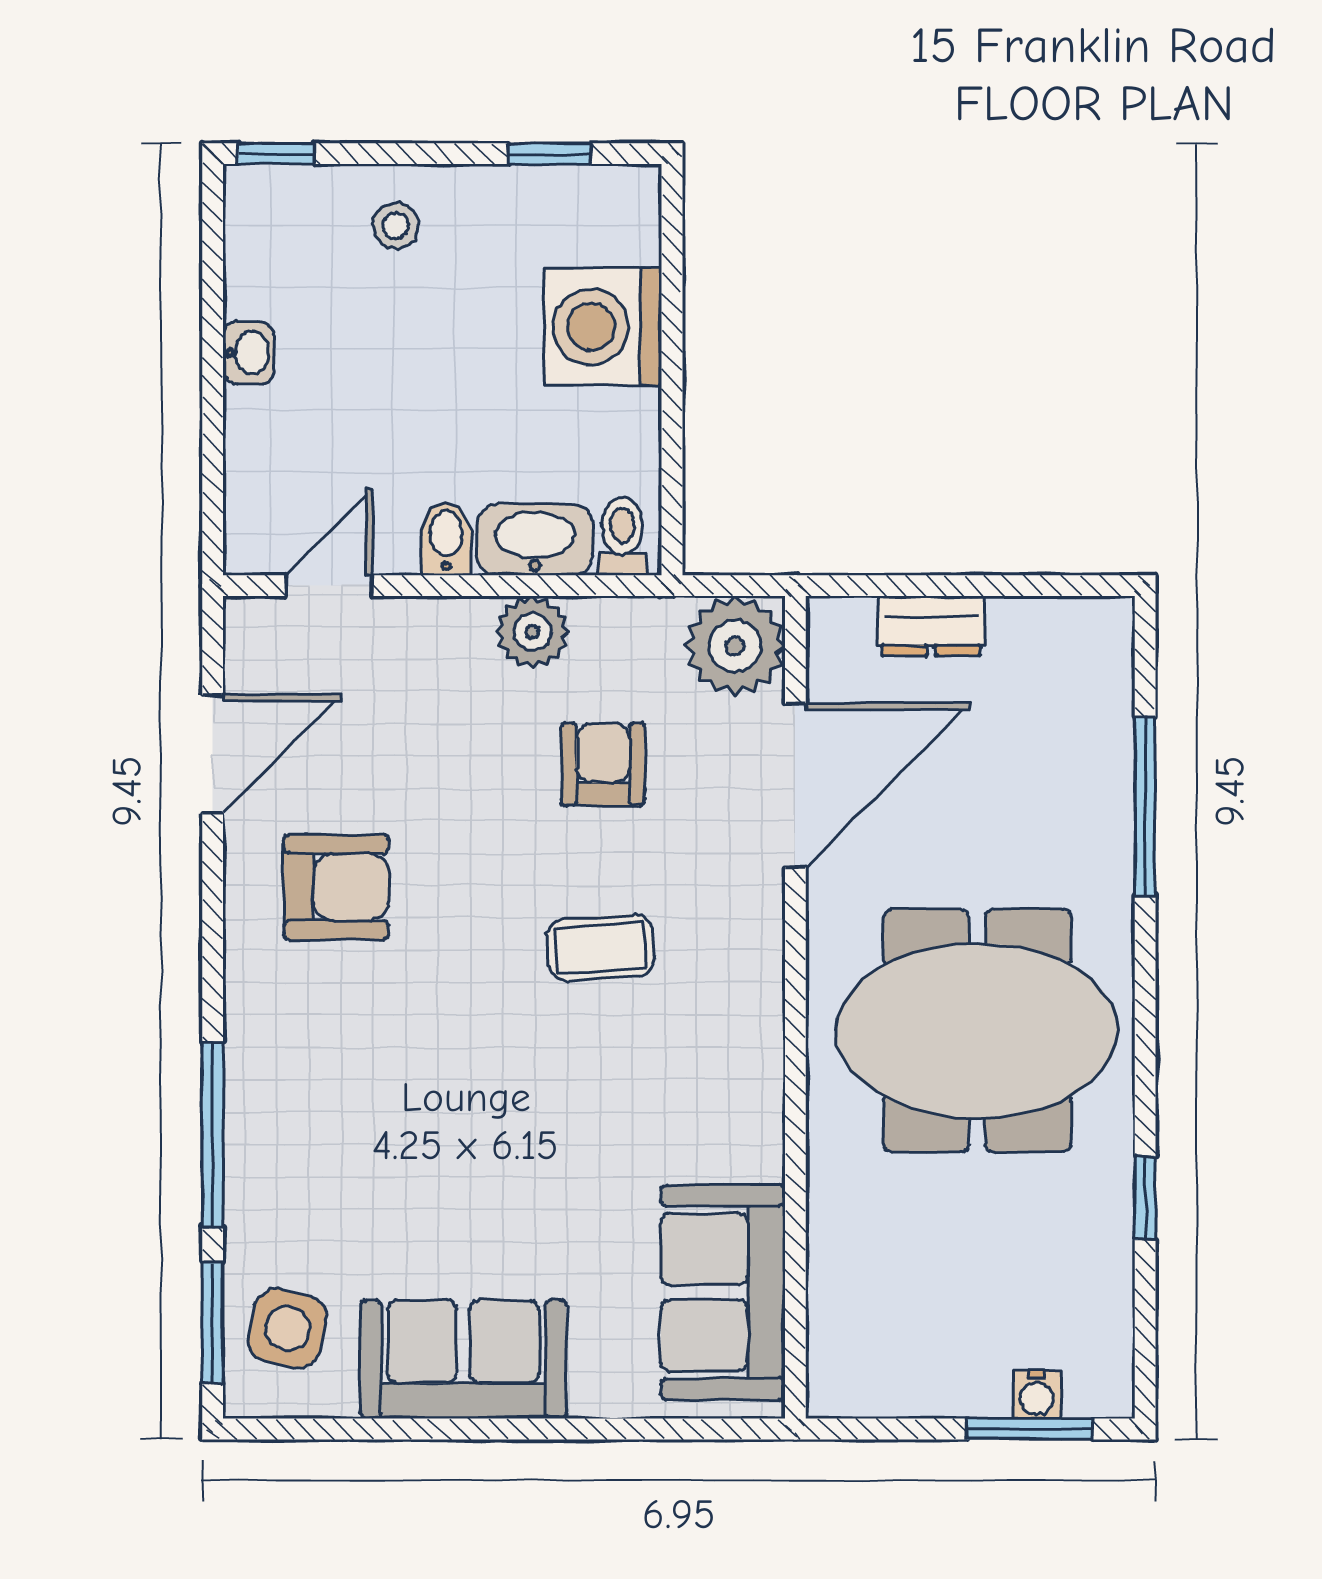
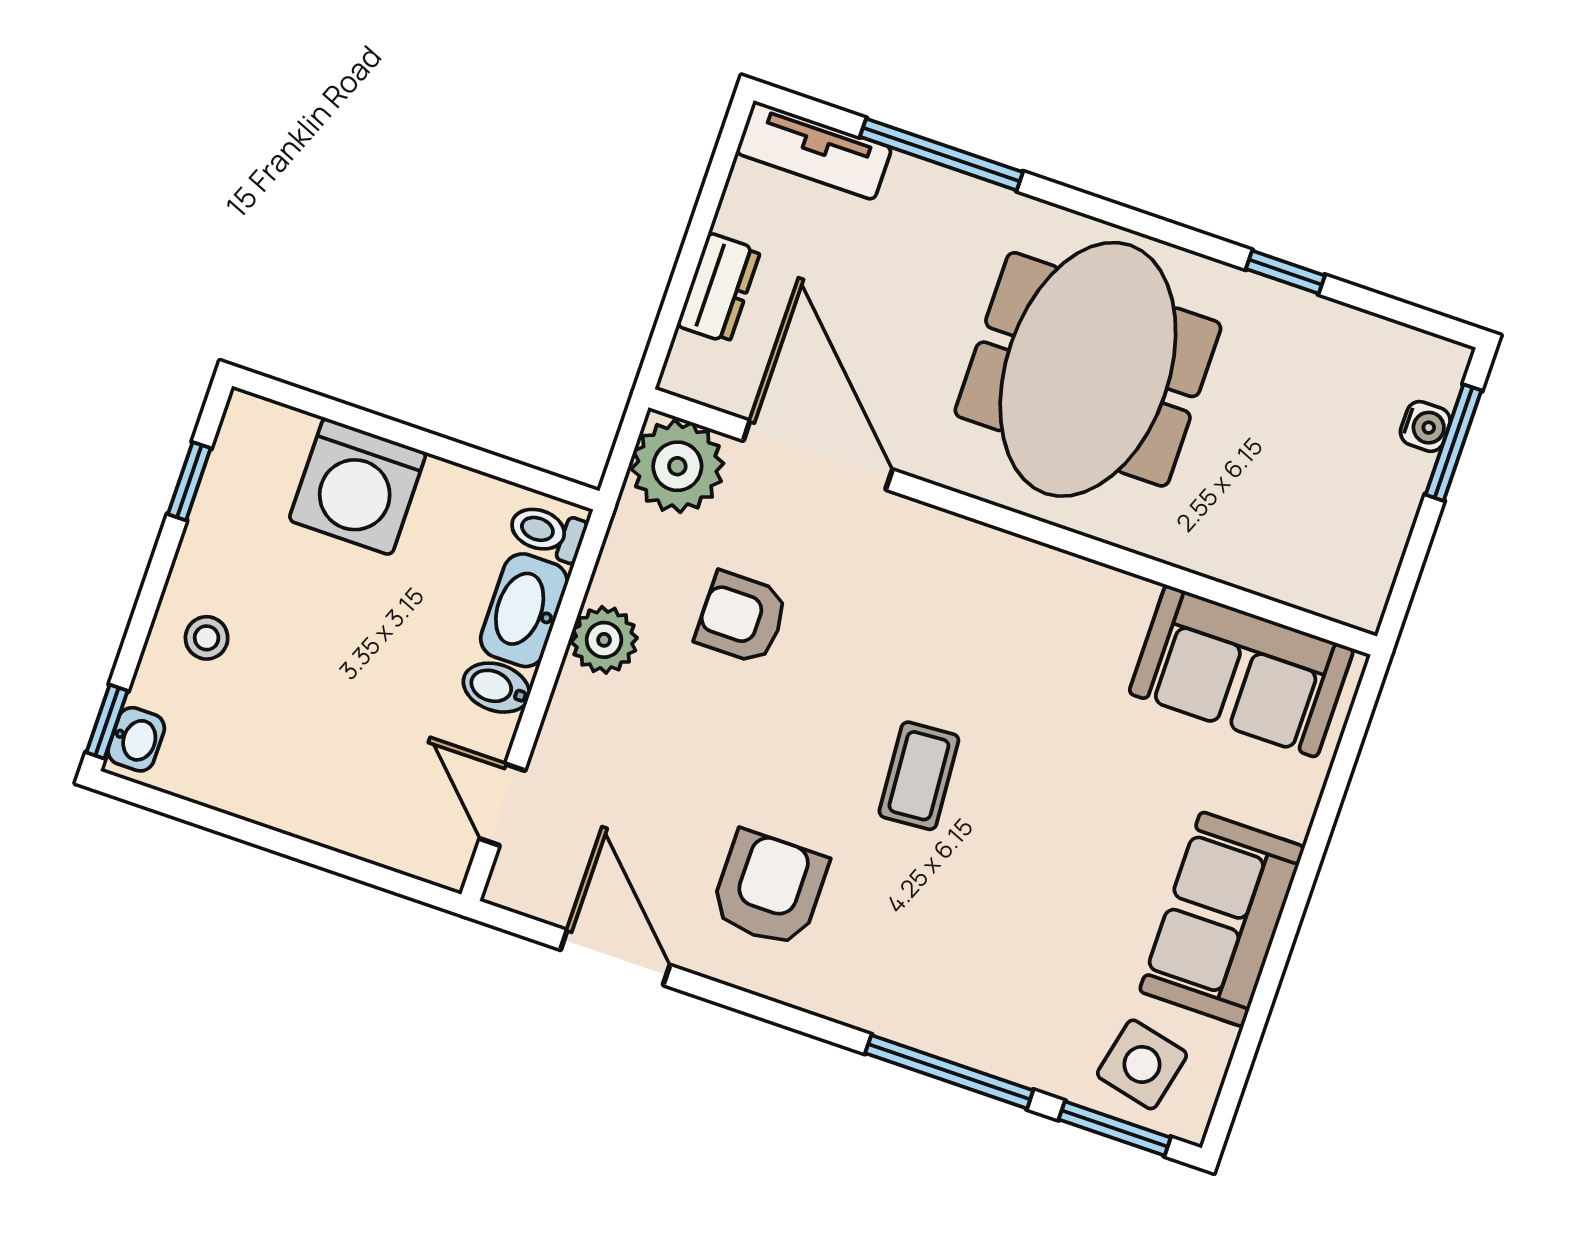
washbasin: (248, 353) -> (136, 739), moved, turned 90
tv unit: (1105, 675) -> (814, 150), added
coffee table: (601, 948) -> (919, 776), moved

